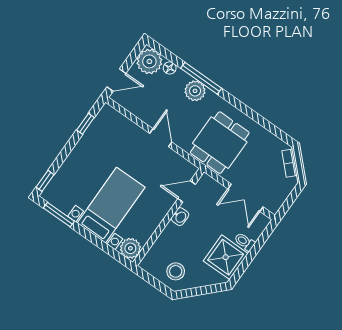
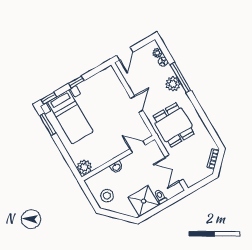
plant: (149, 61) -> (158, 53), width x0.53, depth x0.53
door: (116, 80) -> (125, 54), hinge flipped
window: (85, 124) -> (76, 82), moved
dining table: (220, 143) -> (174, 125), turned 90
bed with nightstands: (111, 205) -> (70, 117), moved, turned 90
washbasin: (180, 217) -> (116, 167), moved

